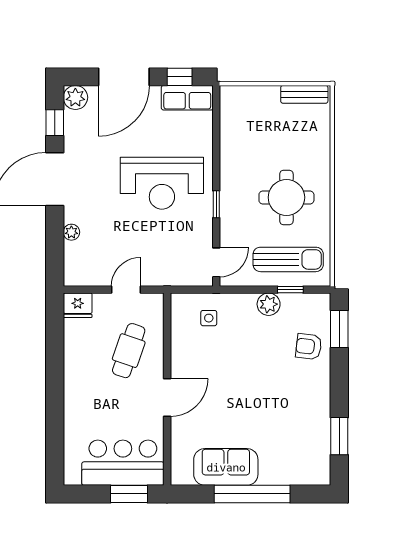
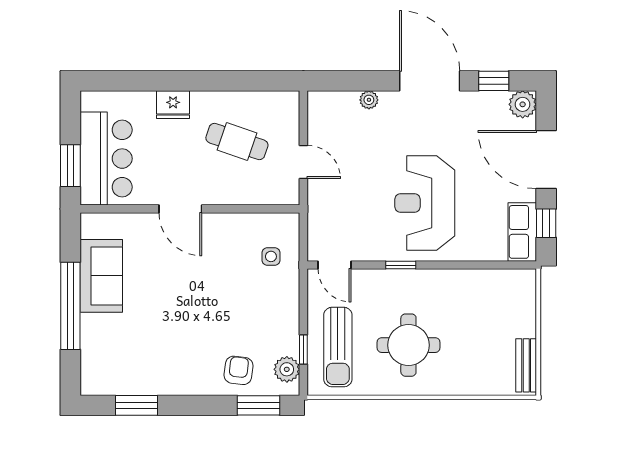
plant: (269, 304) -> (287, 369), moved
fridge: (78, 305) -> (173, 105), moved, turned -90
cafe table: (129, 351) -> (237, 141), moved

